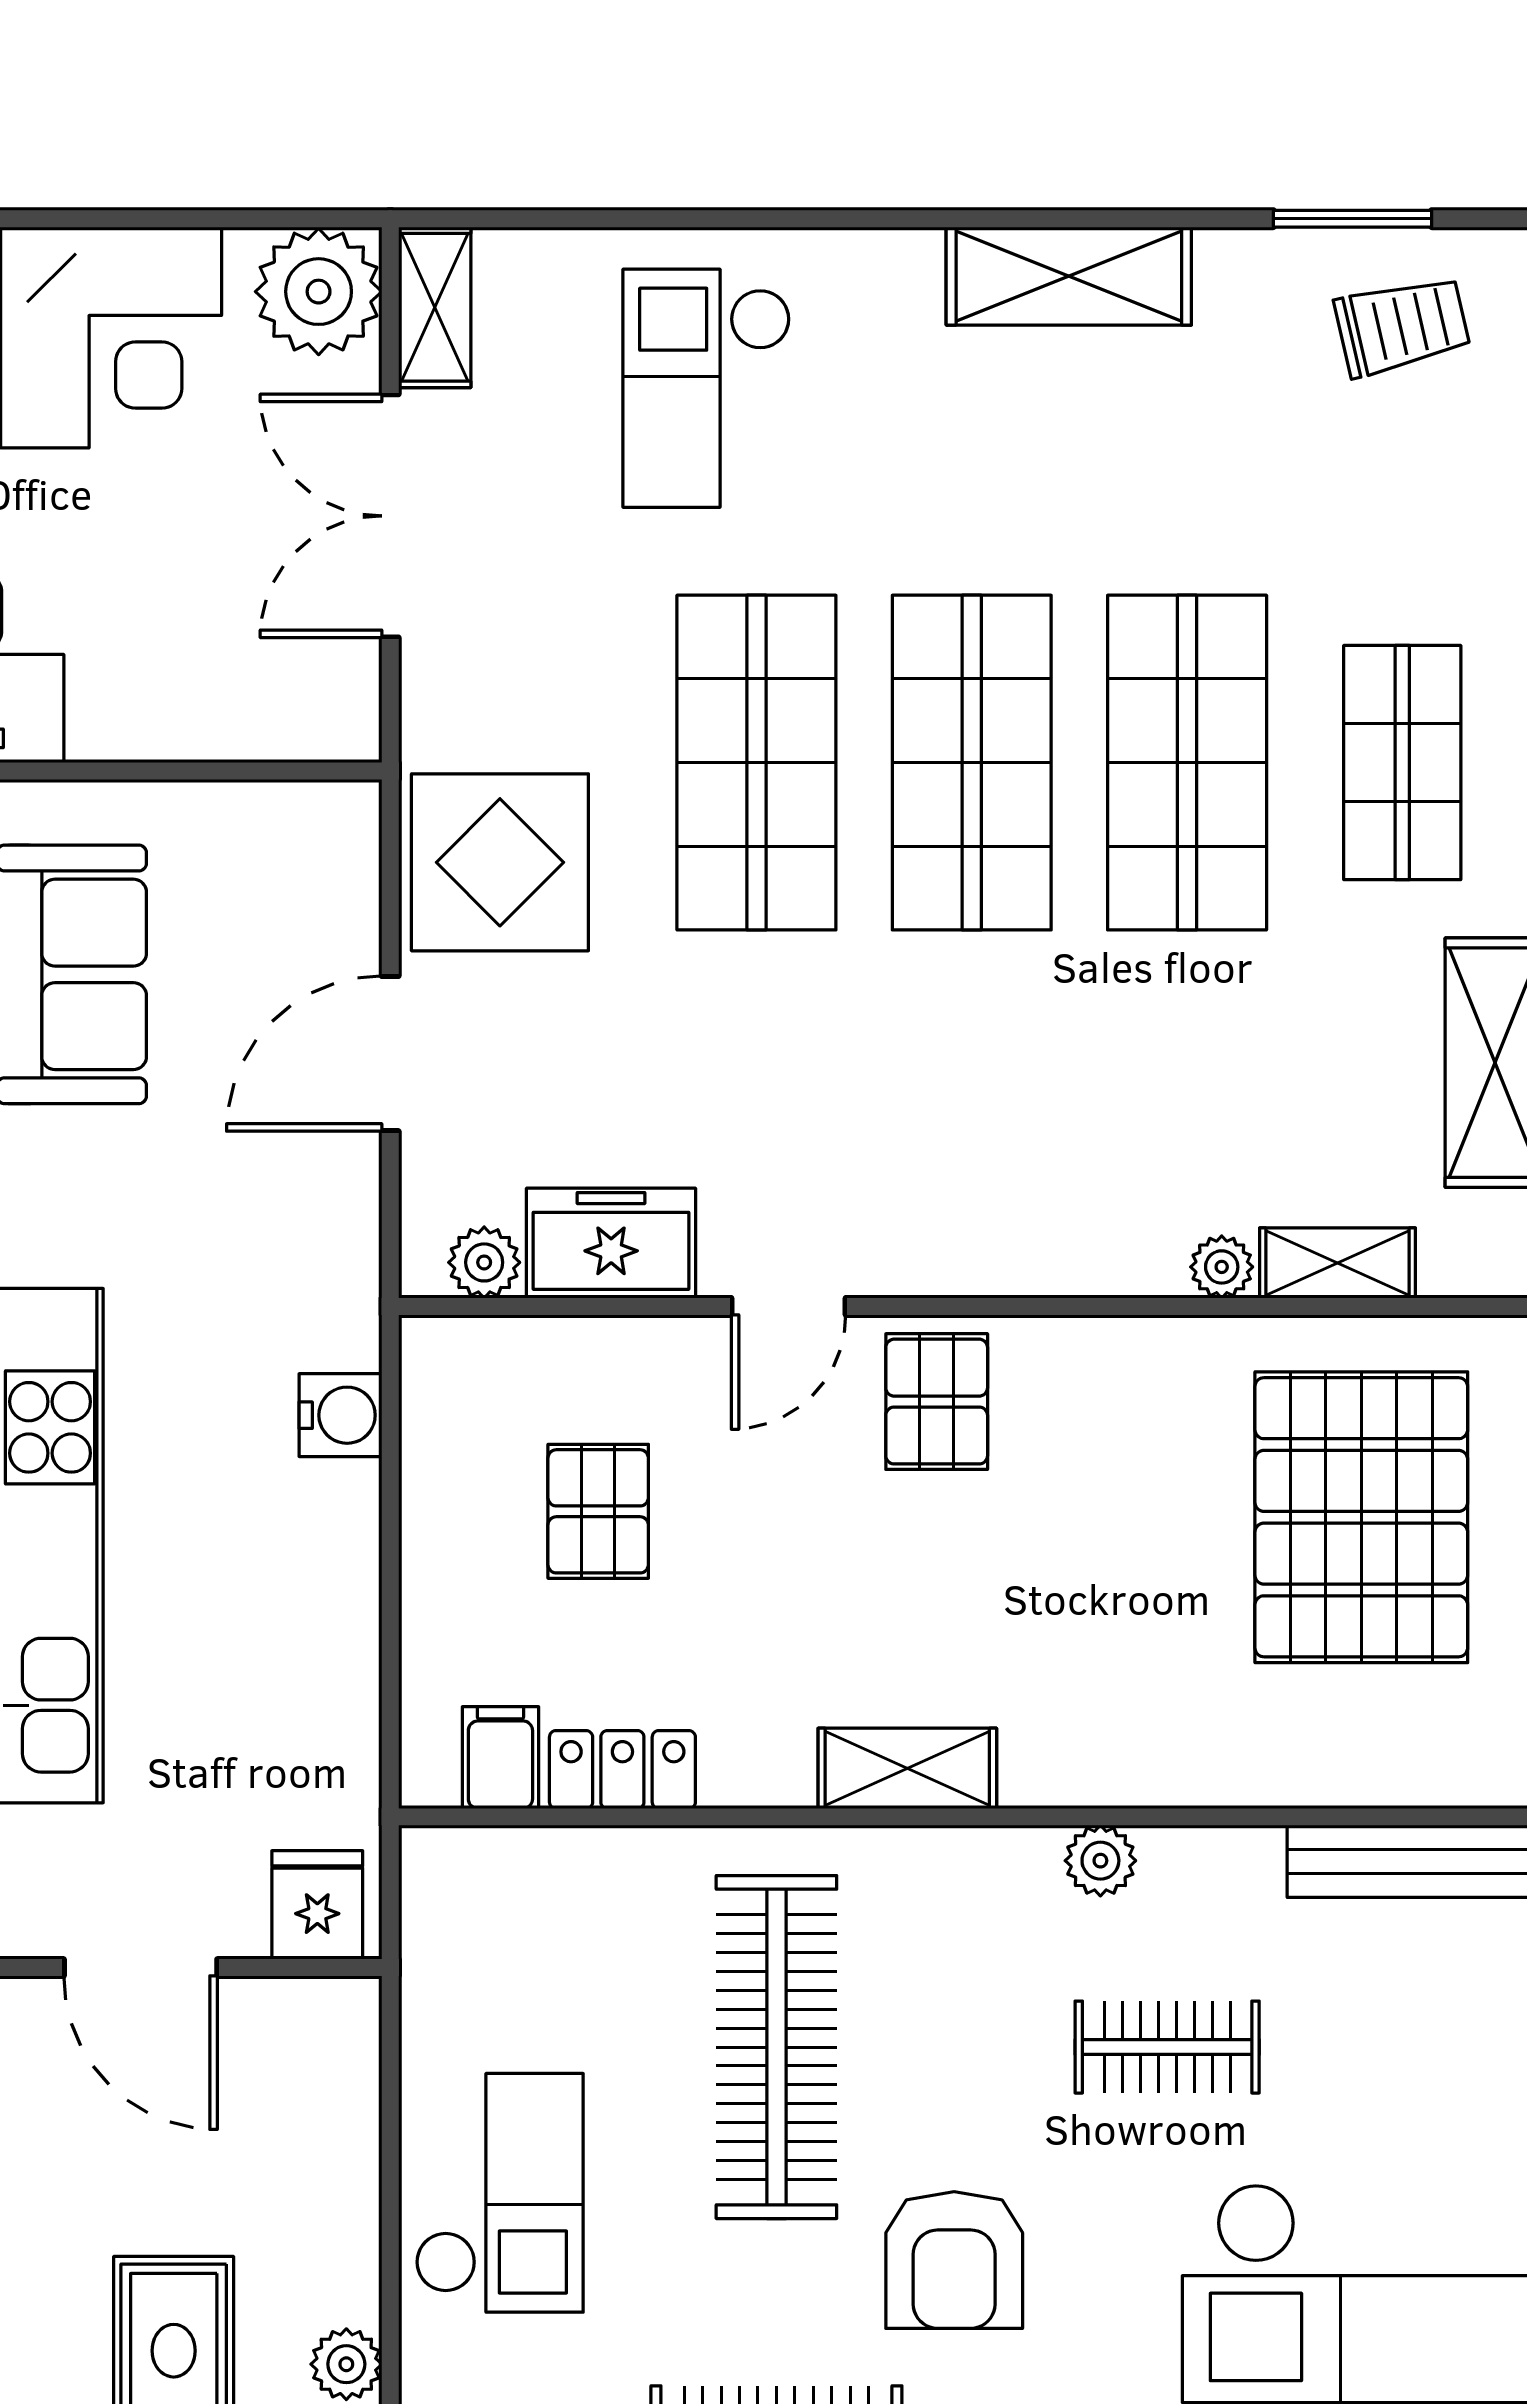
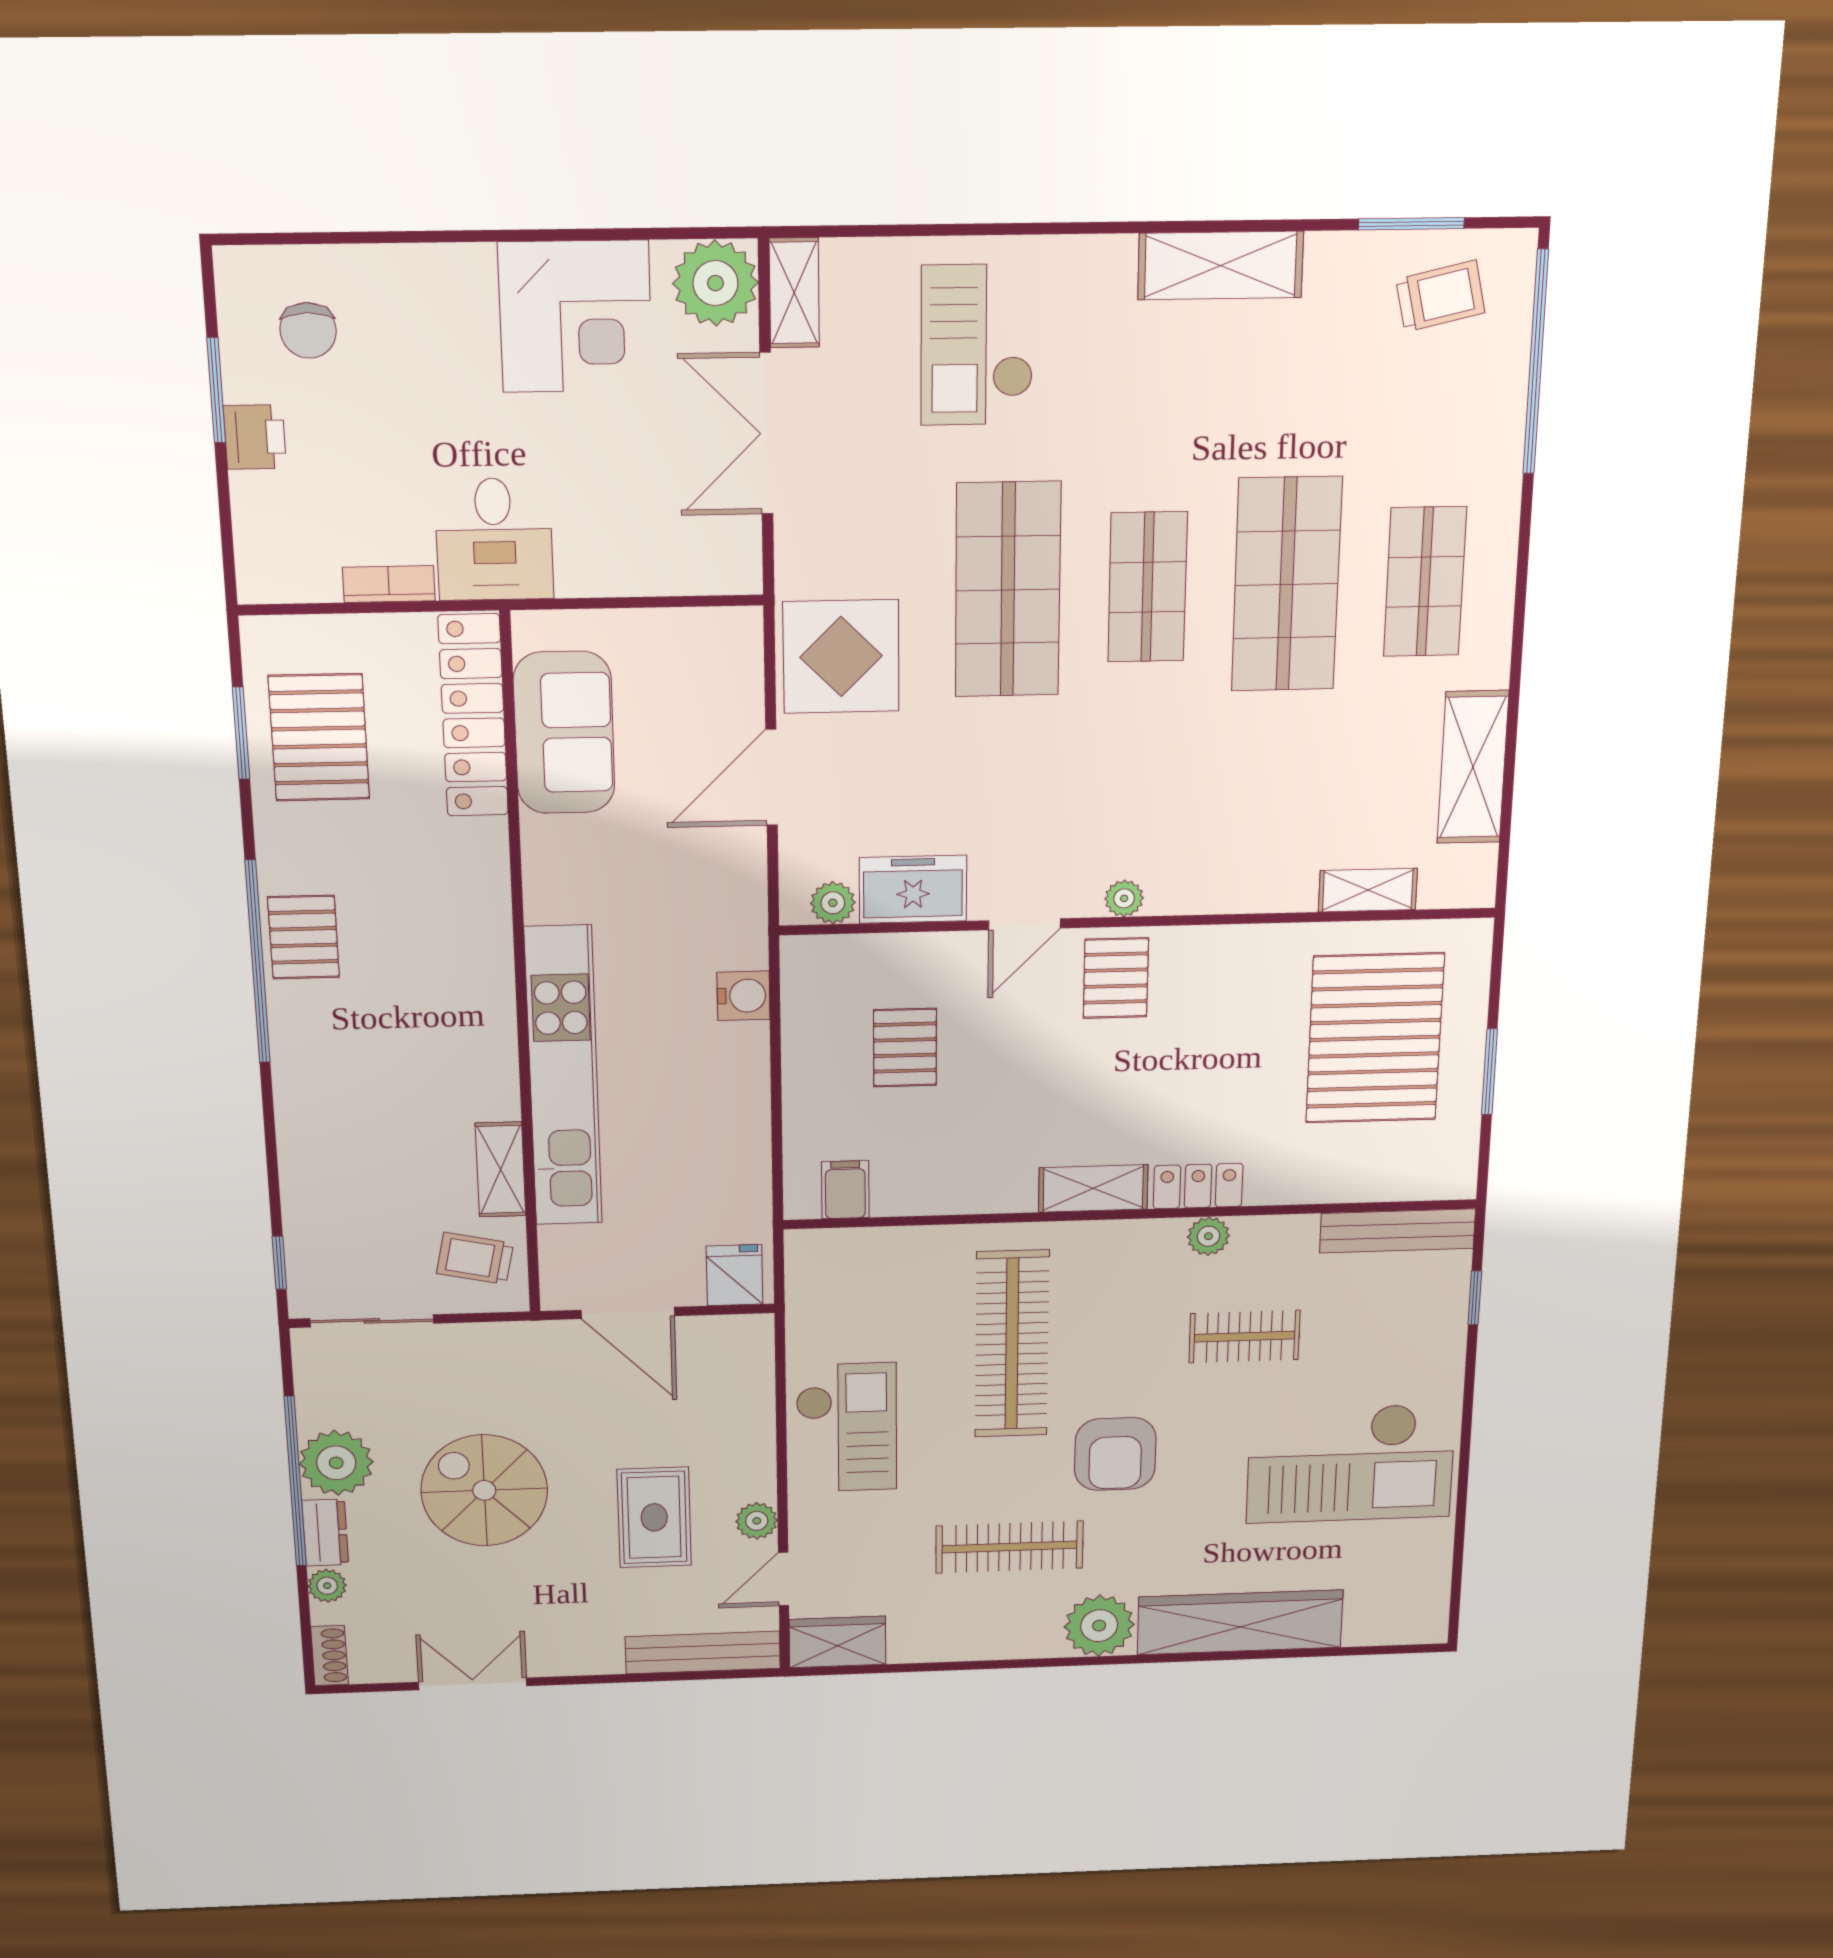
shop shelf: (972, 763) -> (1148, 587), width x0.70, depth x0.74
plant: (1222, 1267) -> (1124, 898), moved
locker: (622, 1770) -> (1198, 1186), moved

